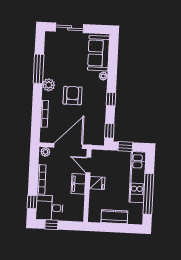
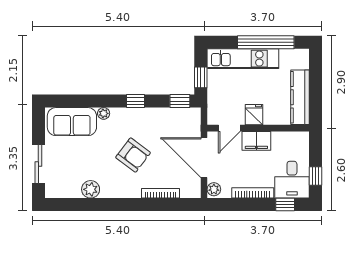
window: (39, 69) -> (98, 205), removed
plant: (49, 85) -> (91, 189), moved
armchair: (73, 96) -> (133, 155), turned -143
kitchen counter: (114, 217) -> (300, 97), width x1.50

